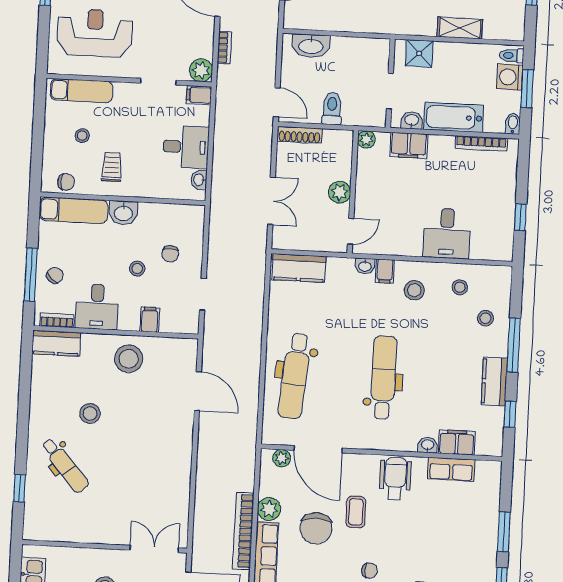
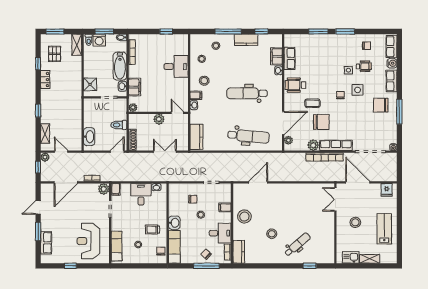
shelving: (460, 28) -> (77, 45), moved

